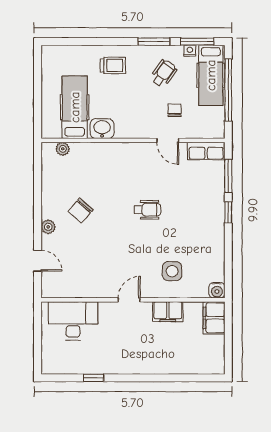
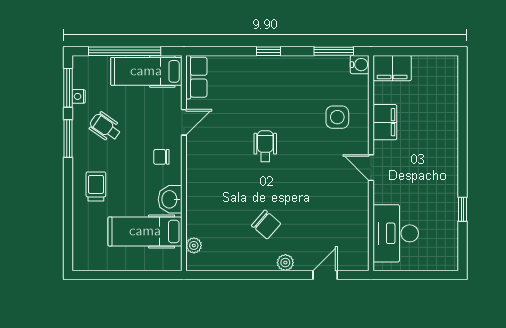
hospital bed: (211, 75) -> (146, 71), moved, turned 180
chair: (175, 110) -> (161, 157), moved
window: (228, 176) -> (334, 51), moved

